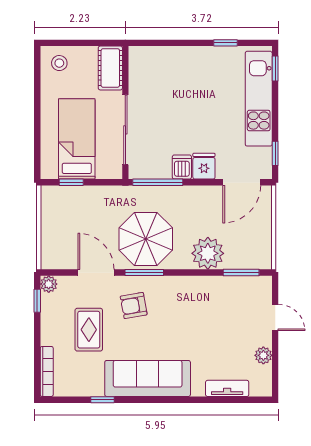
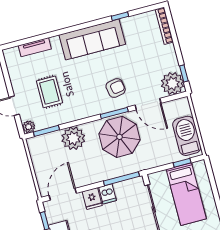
barbecue: (55, 216) -> (187, 136), added
plant: (49, 284) -> (172, 83), width x1.88, depth x1.88
rug: (89, 330) -> (49, 92), moved
plant: (263, 355) -> (29, 127), moved

